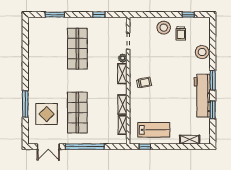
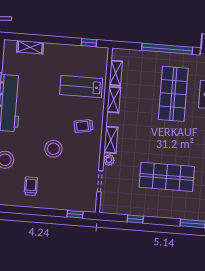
window: (188, 15) -> (75, 214), moved
stool: (164, 28) -> (53, 149), moved
shop shelf: (77, 49) -> (167, 177), turned 90
lab bench: (154, 130) -> (81, 87), moved

